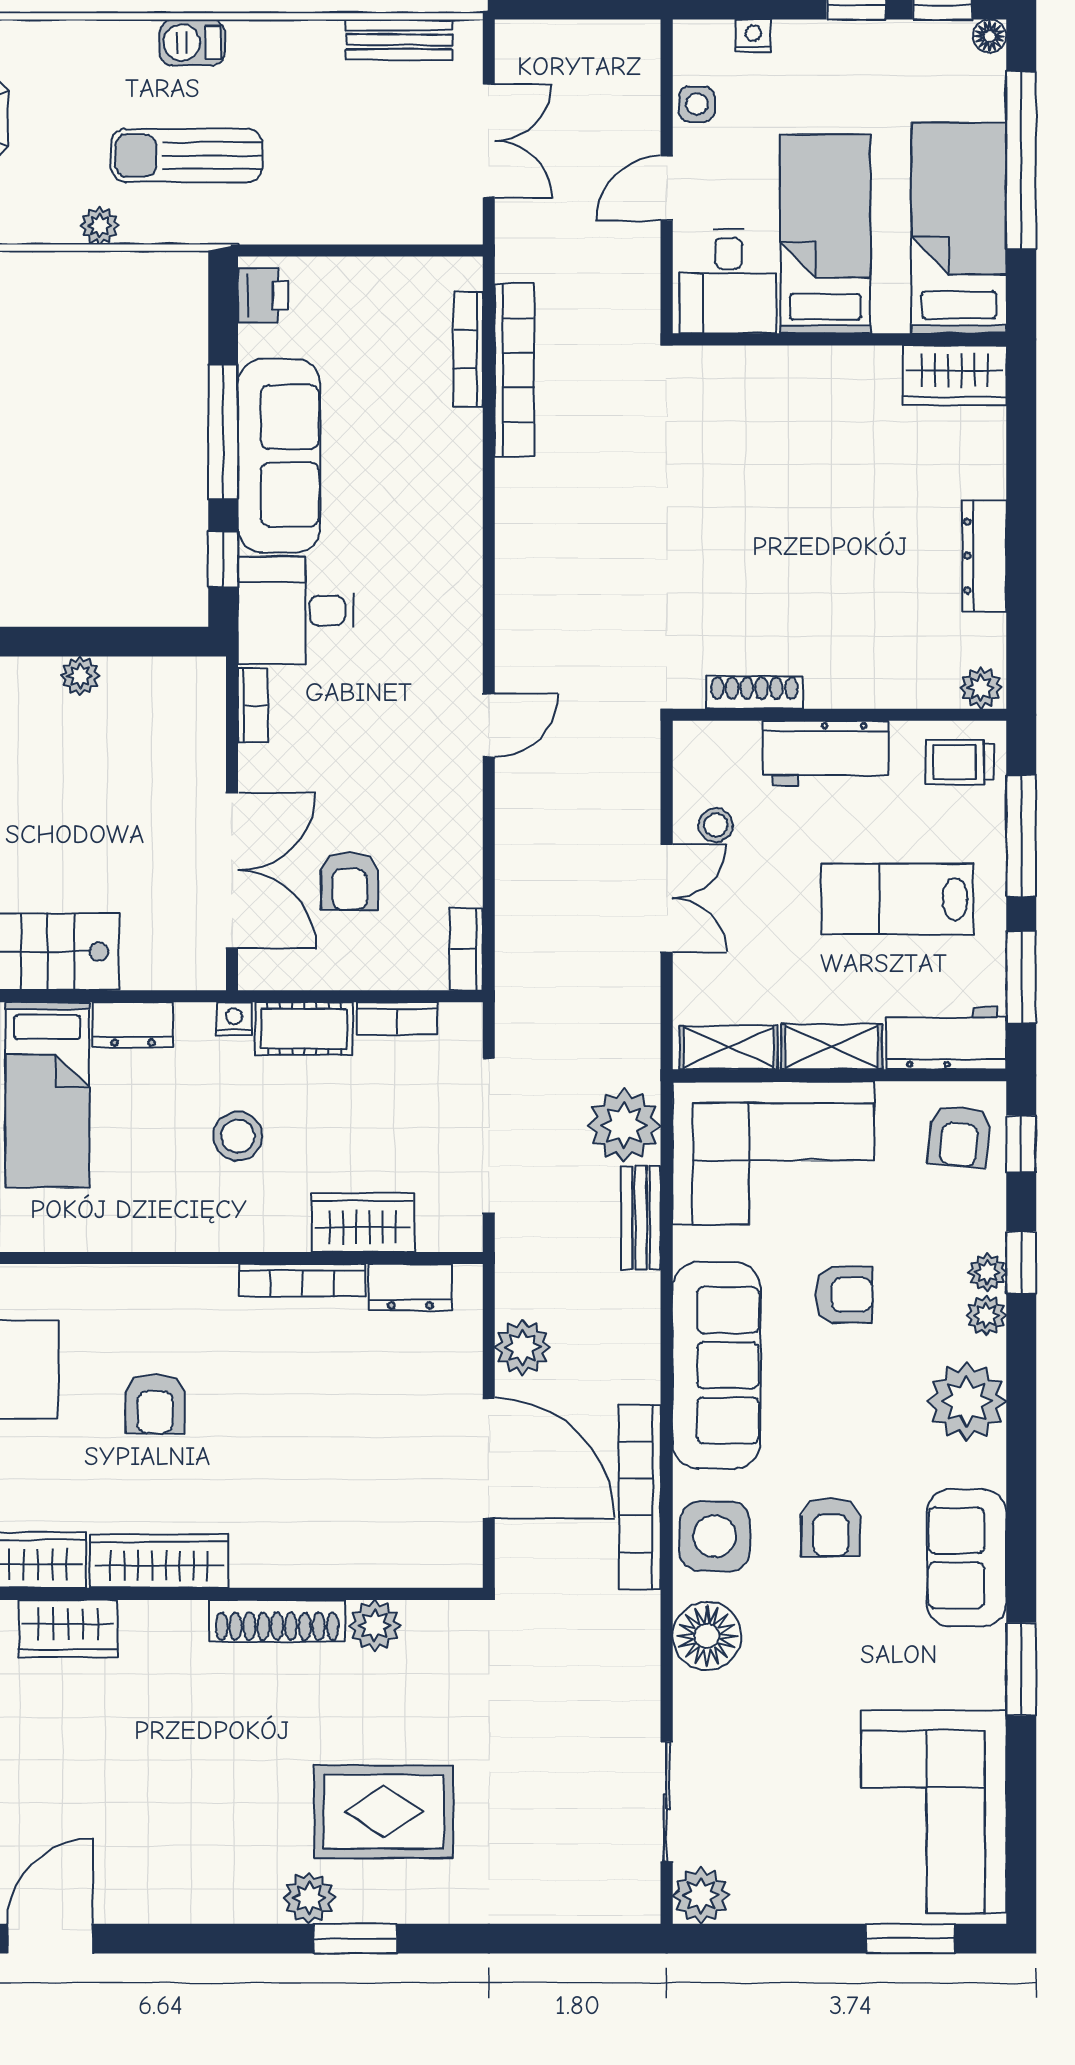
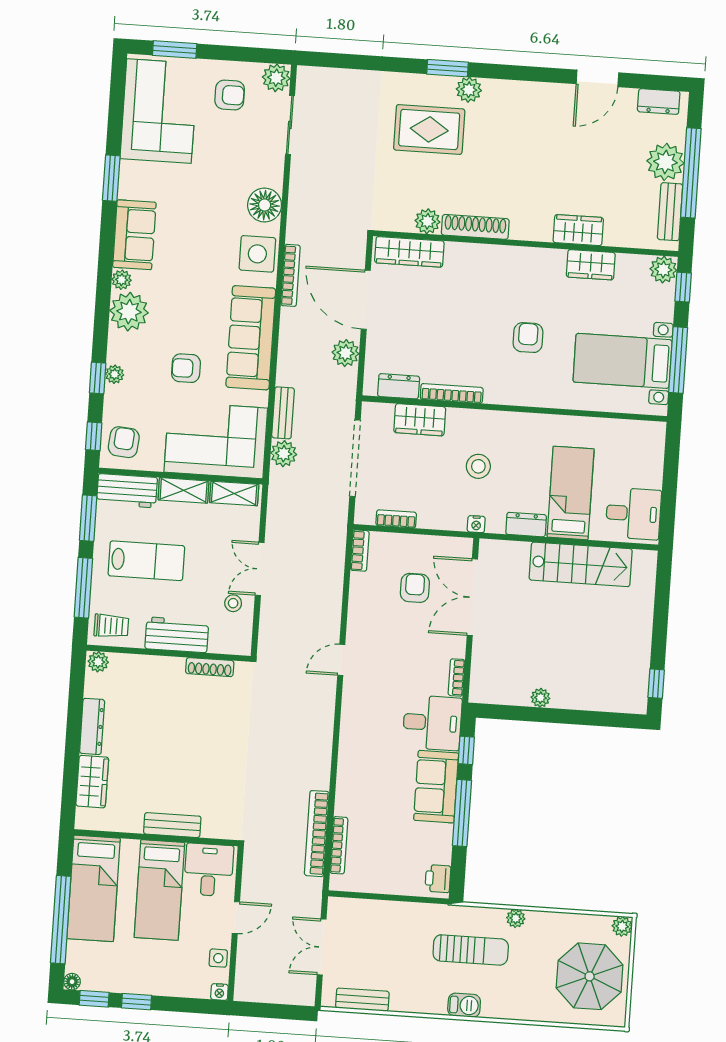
nightstand: (753, 36) -> (219, 992), moved
bench: (808, 367) -> (172, 825), added
wardrobe: (955, 375) -> (92, 782), moved, turned 90
sofa: (279, 456) -> (436, 787), width x0.73
cot: (304, 1029) -> (442, 517), removed
plant: (624, 1125) -> (284, 454), width x0.73, depth x0.73
plant: (986, 1315) -> (122, 280), moved
bookcase: (640, 1497) -> (290, 275), width x0.68, depth x0.76
armchair: (831, 1527) -> (230, 95), moved, turned 90
wardrobe: (159, 1561) -> (409, 252), moved

